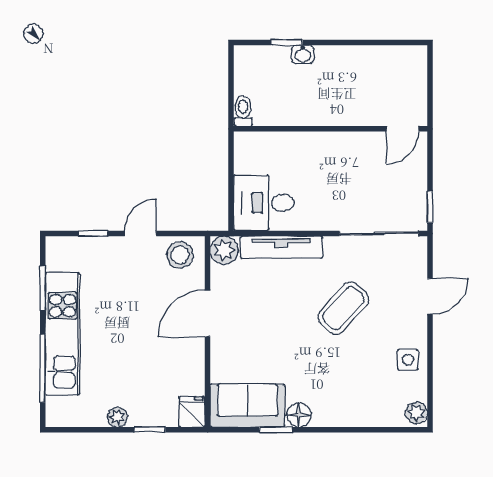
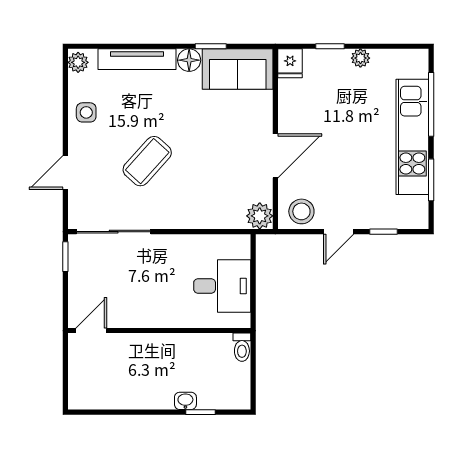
desk: (264, 203) -> (222, 286), moved
tv unit: (281, 247) -> (137, 59), moved, turned 180

